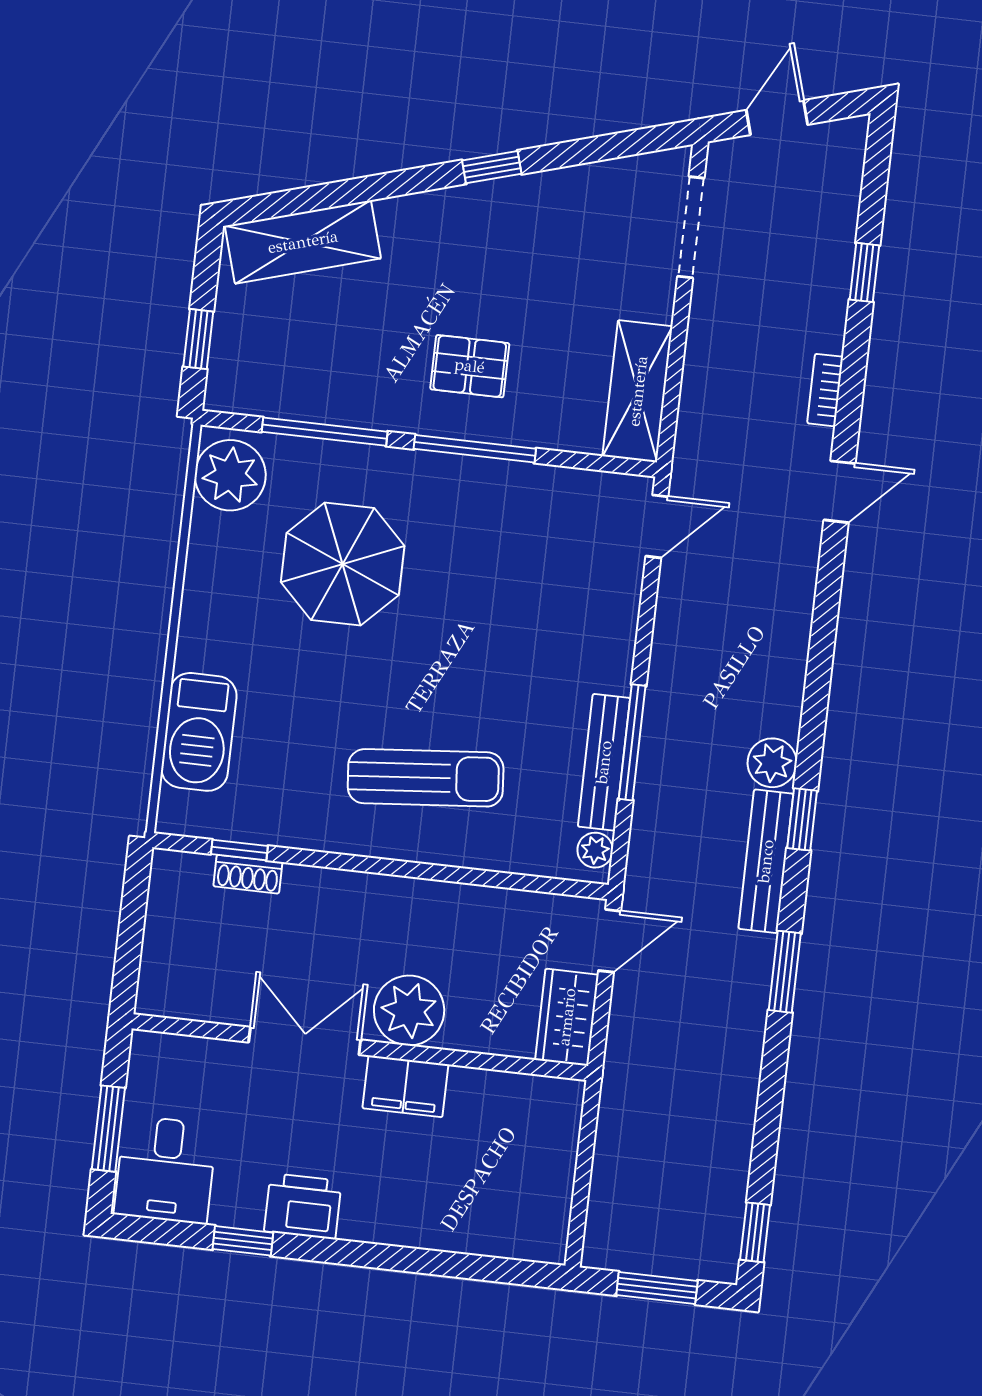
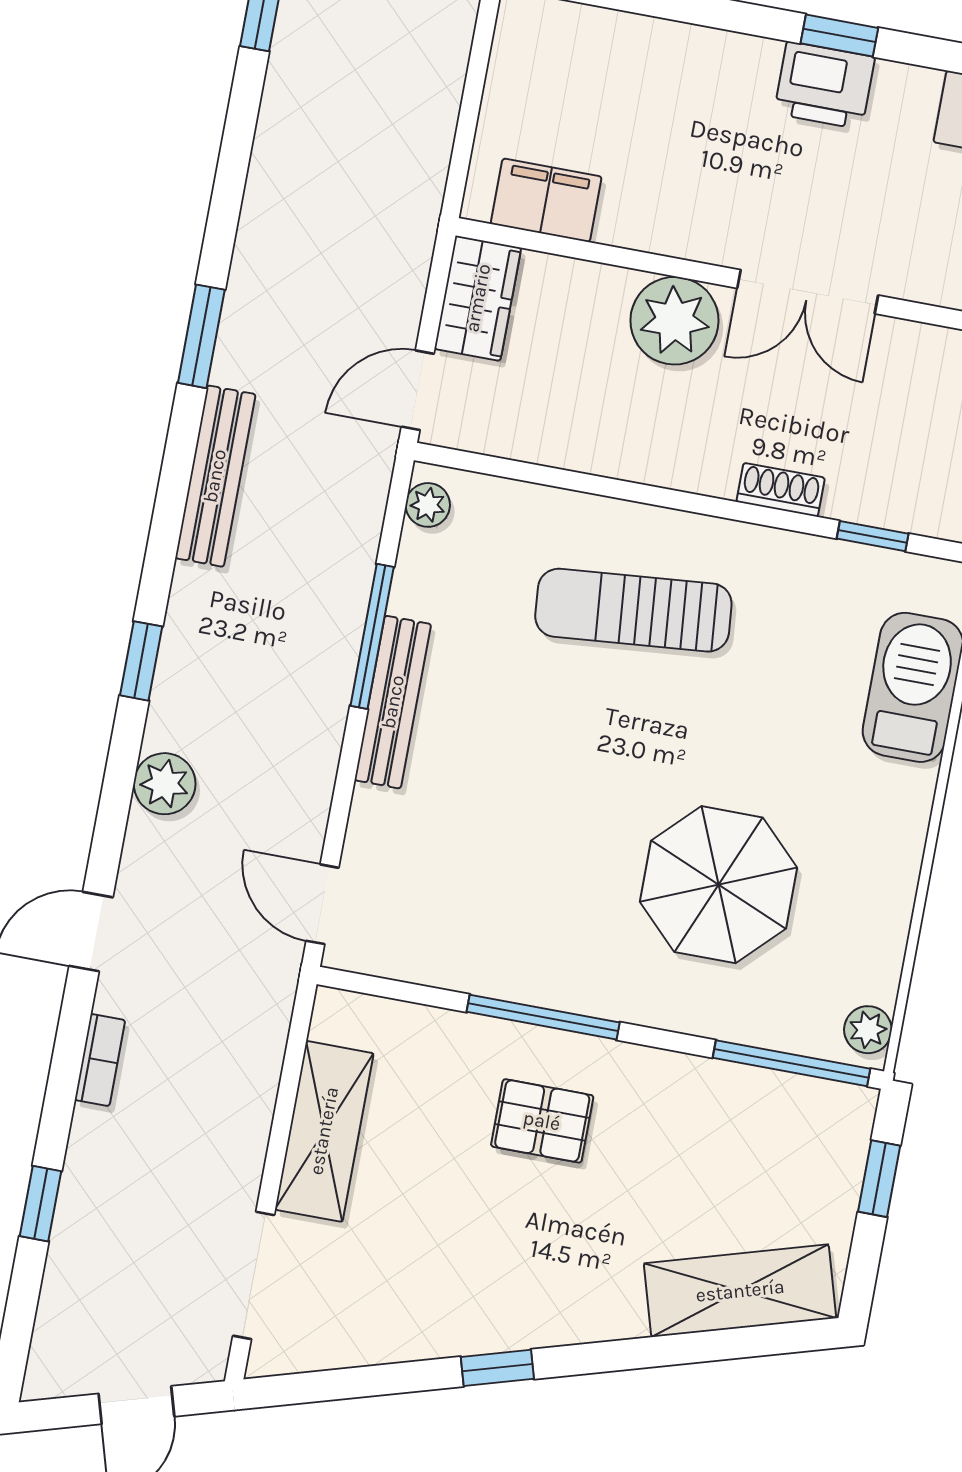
shelving: (638, 391) -> (324, 1131), moved
window: (325, 432) -> (792, 1063), moved
plant: (230, 475) -> (868, 1030), width x0.53, depth x0.53
door: (657, 526) -> (322, 904), hinge flipped
bench: (604, 762) -> (393, 702), moved
plant: (772, 763) -> (165, 784), moved
window: (802, 819) -> (141, 661), moved
shoe rack: (248, 874) -> (781, 490), moved
filing cabinet: (405, 1086) -> (546, 200), moved
window: (243, 1241) -> (839, 36), moved

